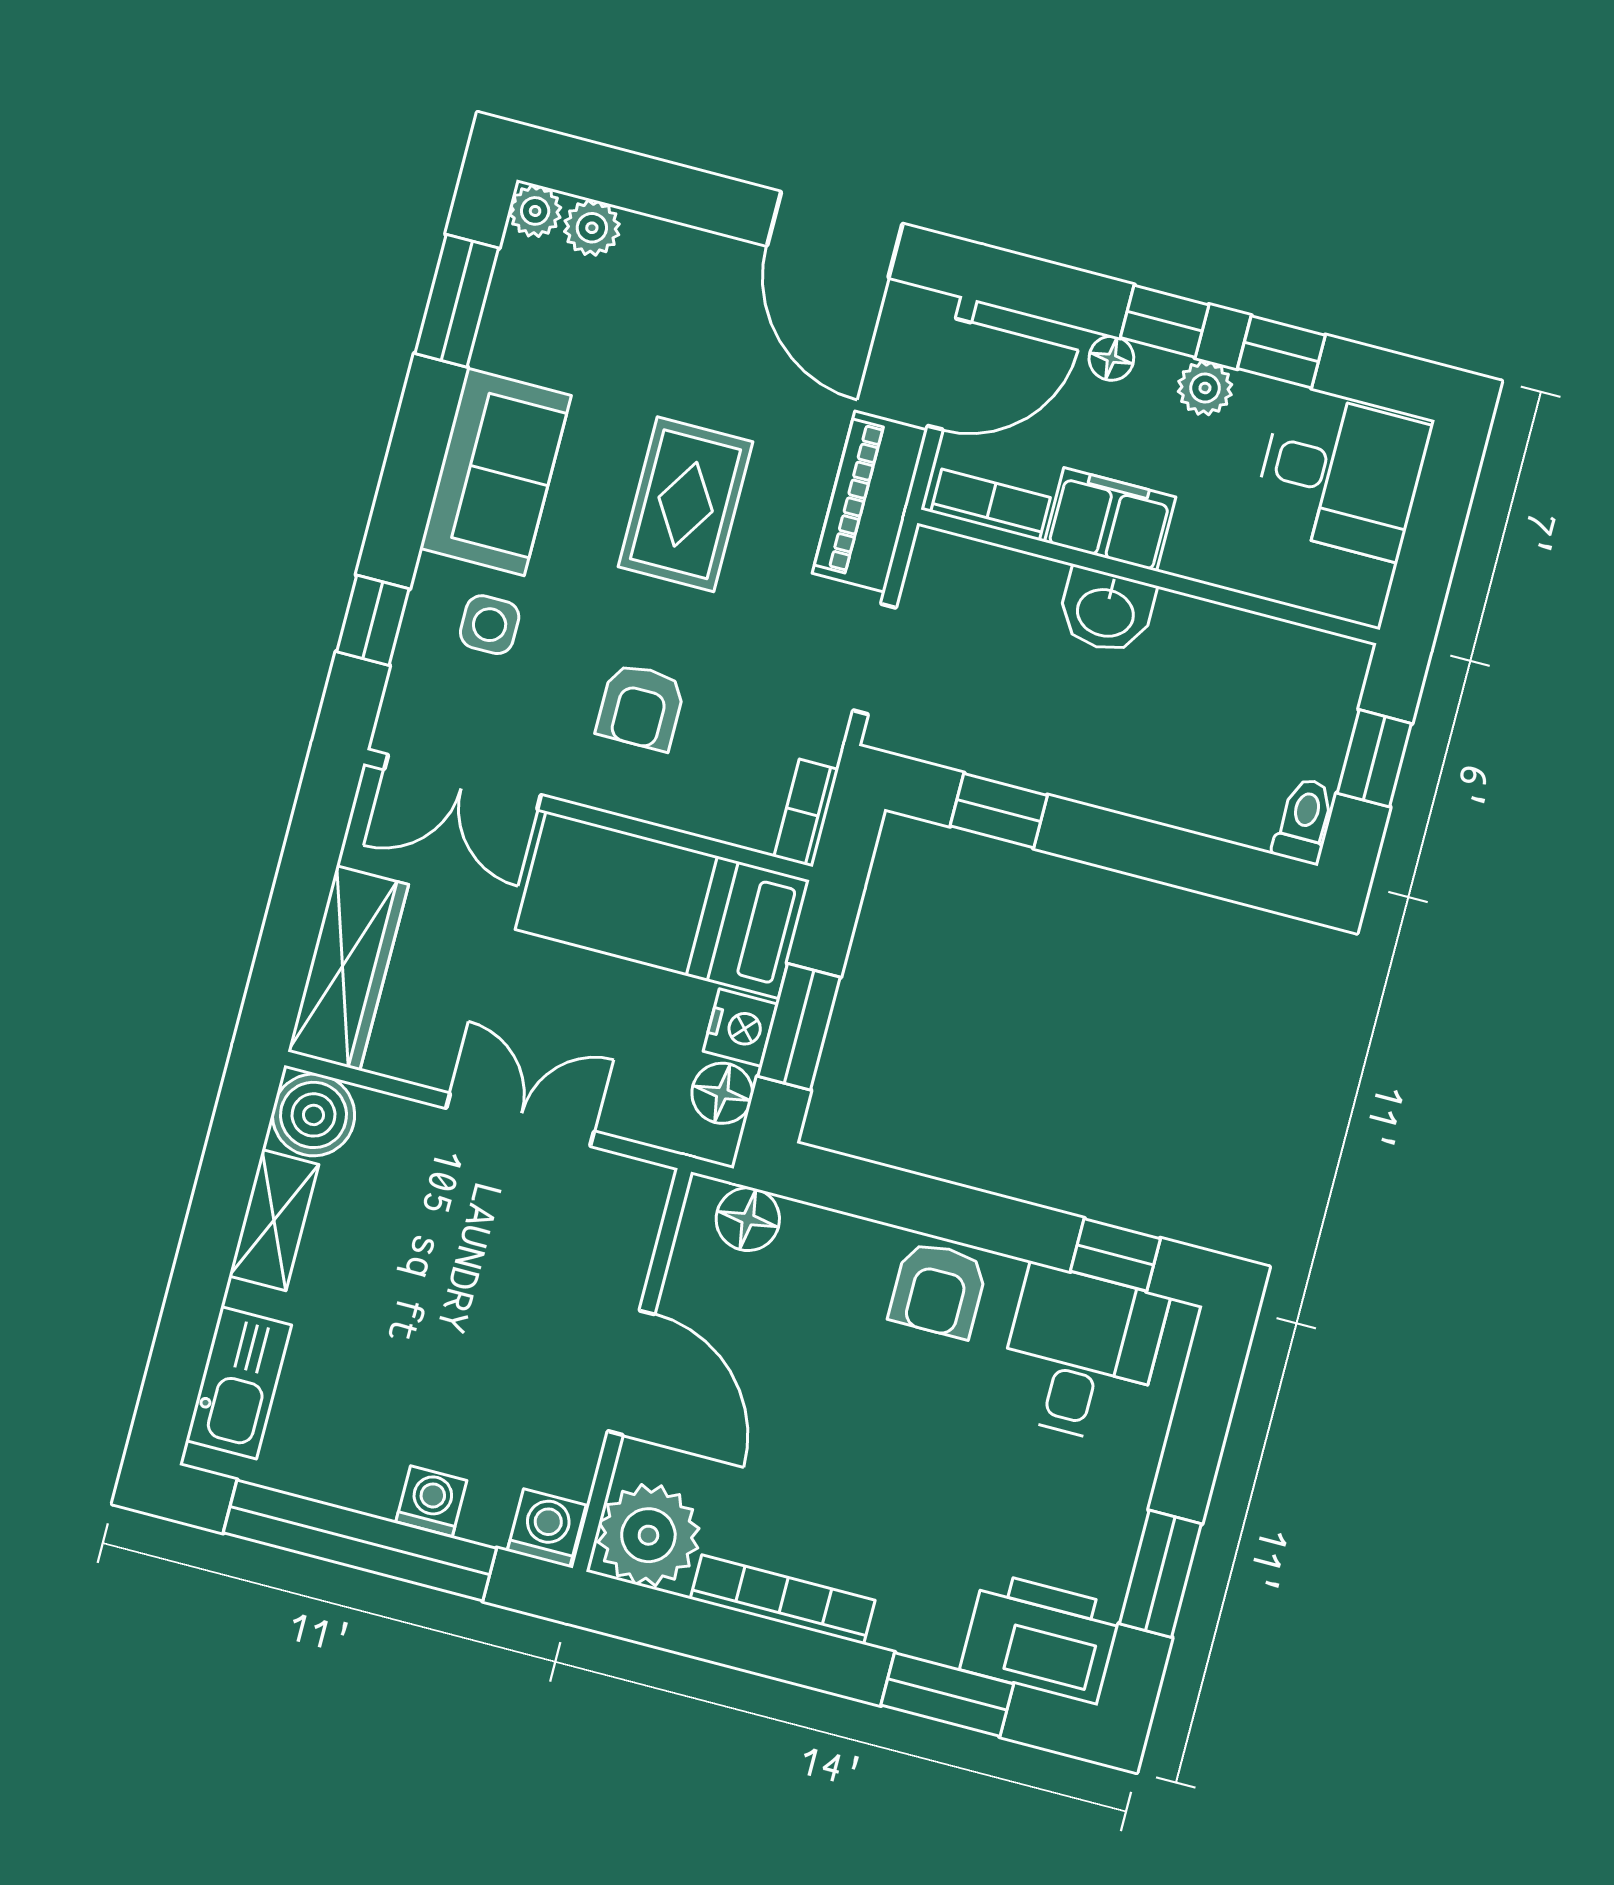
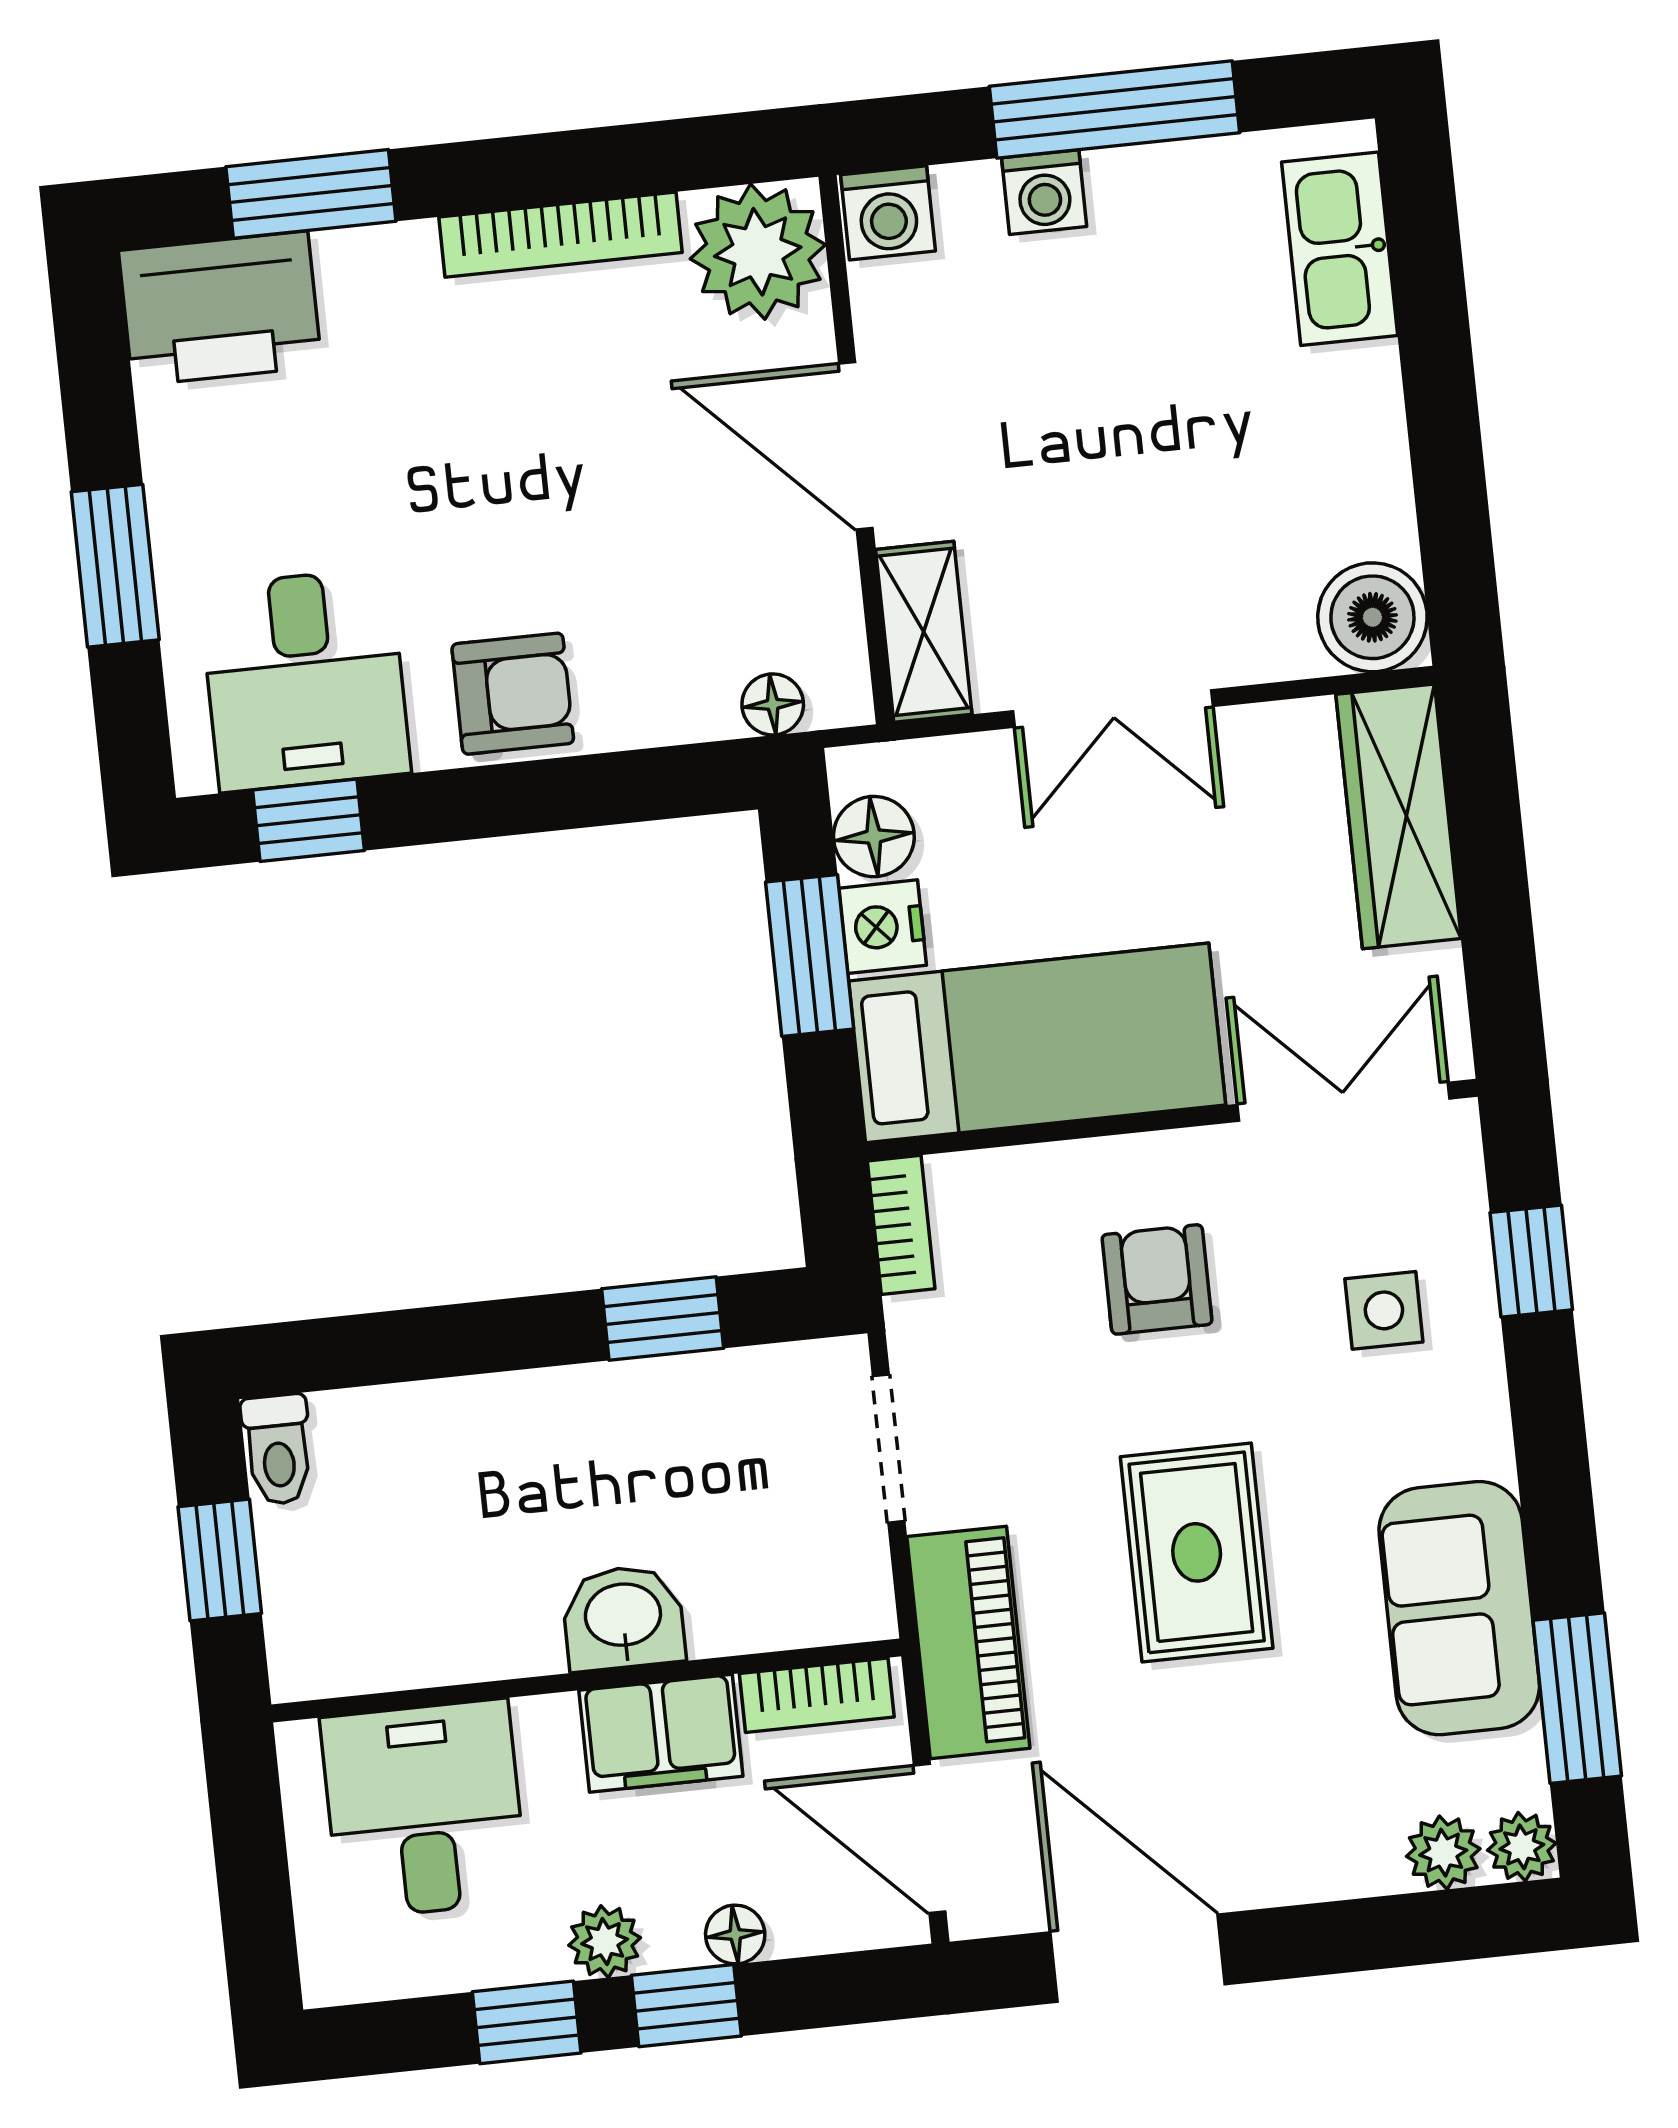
door: (949, 374) -> (930, 1839), hinge flipped
sofa: (496, 472) -> (1459, 1608), moved
desk: (1341, 475) -> (424, 1809), moved, turned 90
floor lamp: (748, 1219) -> (773, 704), width x0.73, depth x0.73
shelving: (274, 1220) -> (924, 632), moved
armchair: (938, 1290) -> (513, 694), turned 90
window: (360, 1540) -> (1115, 109), width x0.68
window: (1160, 1574) -> (115, 566), moved

